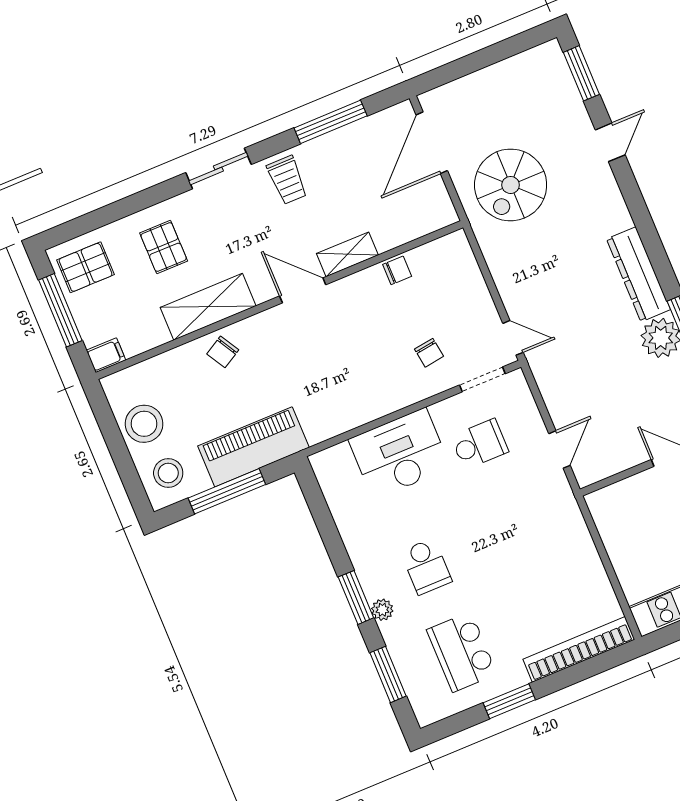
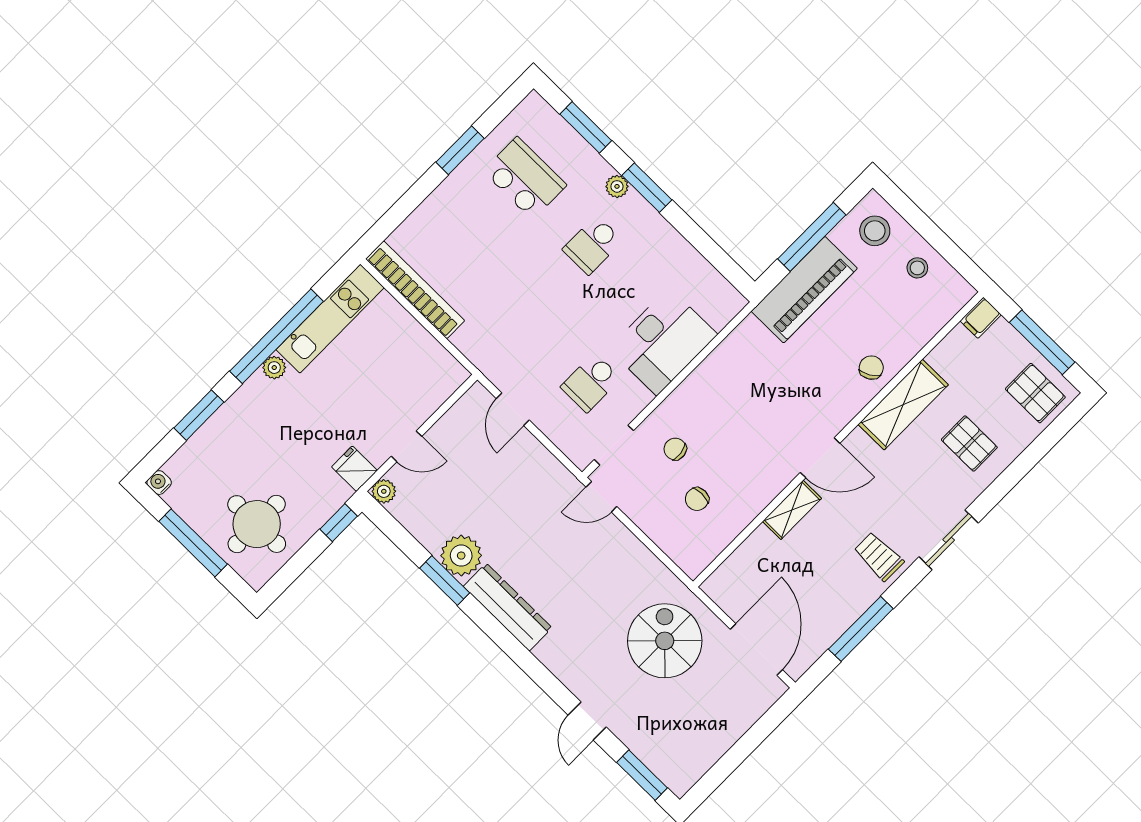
pallet: (86, 267) -> (1035, 393), turned 90
chair: (397, 270) -> (697, 499), moved
stool: (144, 424) -> (917, 268), width x0.53, depth x0.53
school desk: (426, 566) -> (593, 245), turned -90
bookcase: (579, 649) -> (415, 290), moved, turned -90

